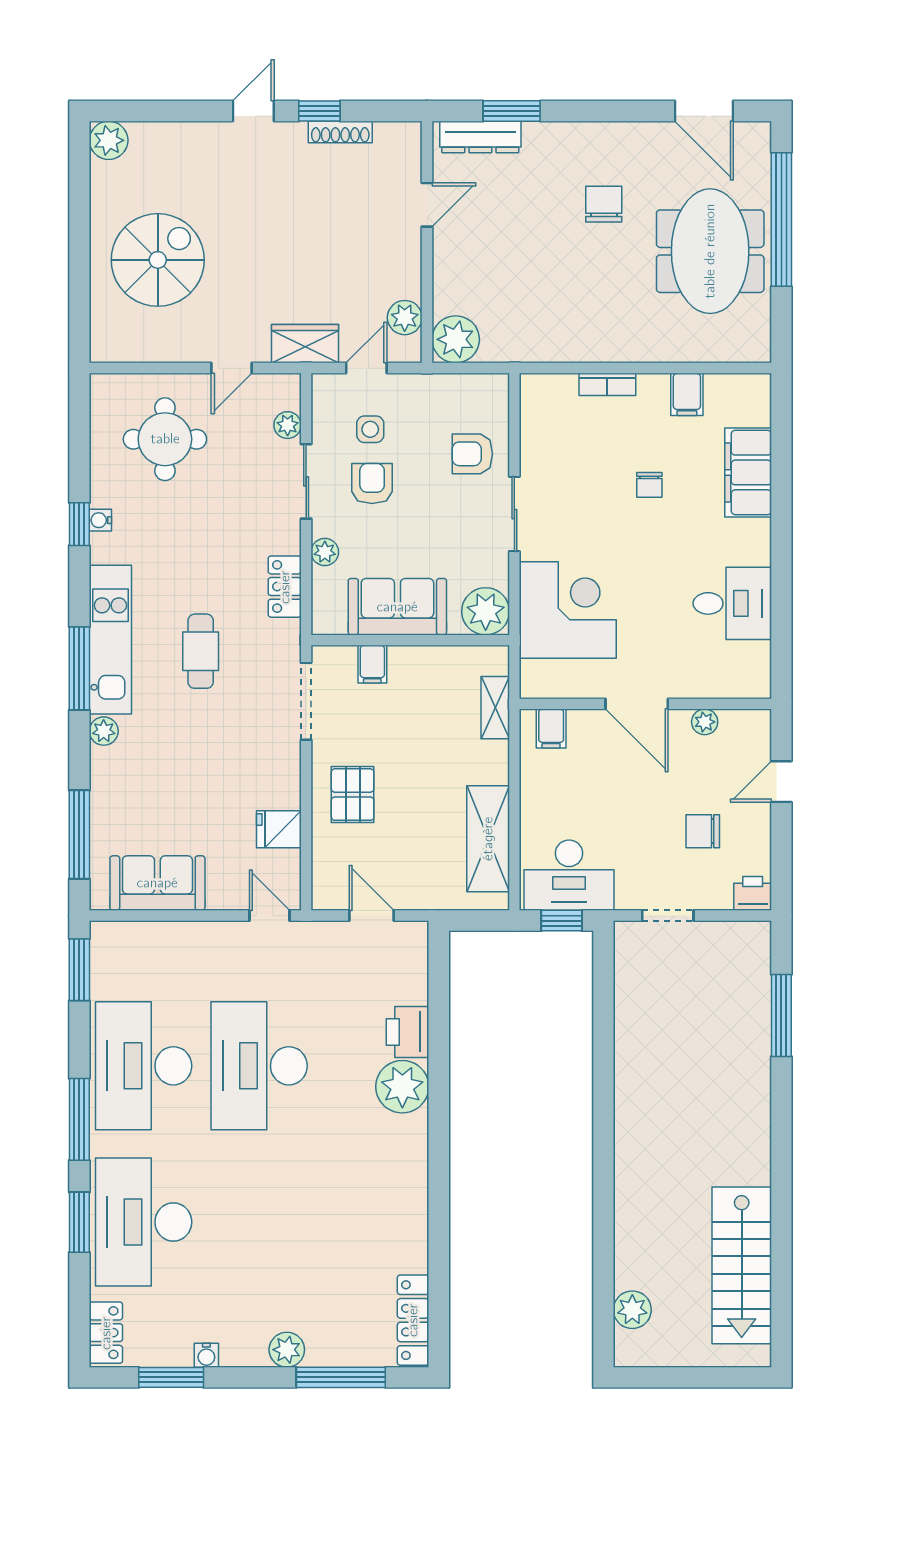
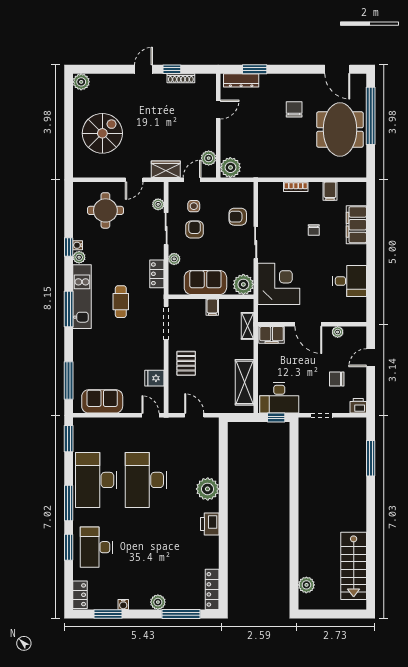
filing cabinet: (372, 664) -> (212, 307), moved
filing cabinet: (551, 729) -> (272, 335), width x2.00
plant: (104, 731) -> (79, 257), moved
printer: (407, 1032) -> (210, 524), moved
desk: (144, 1222) -> (96, 547), width x0.73, depth x0.77

